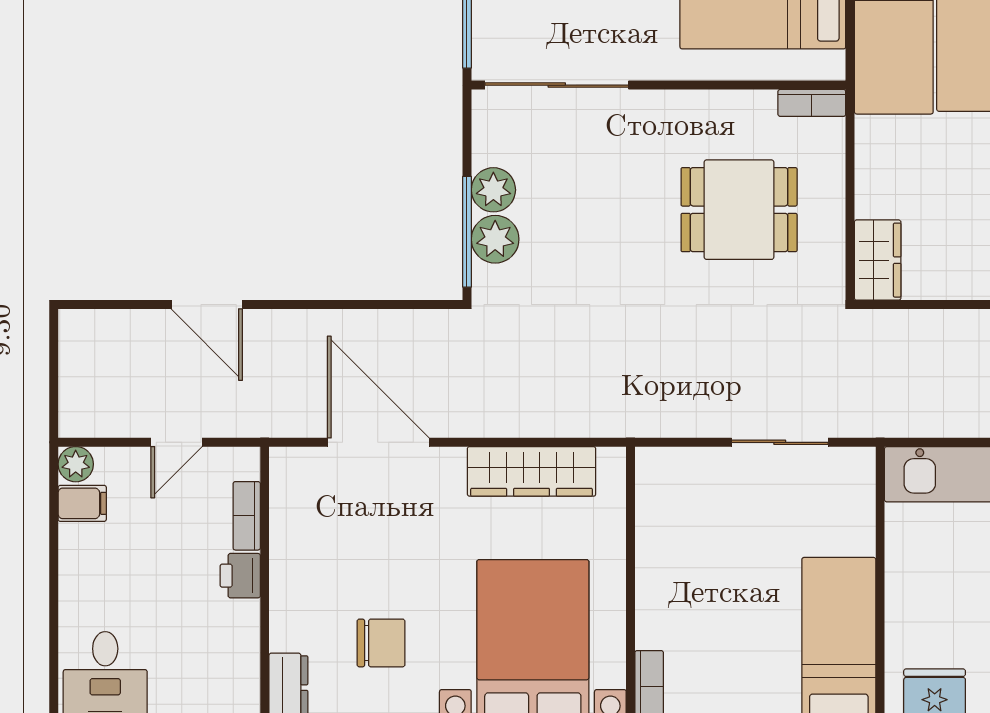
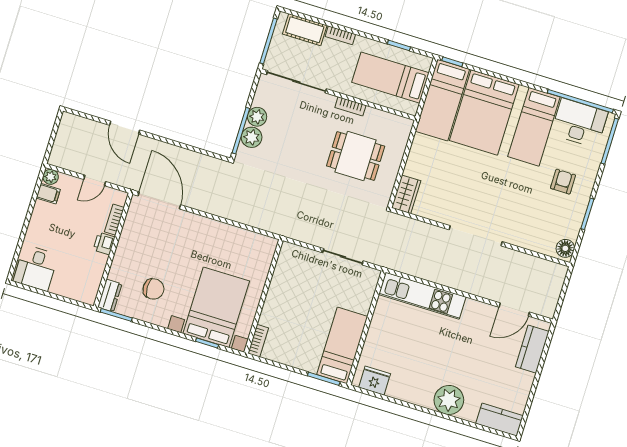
bookcase: (812, 103) -> (350, 106), moved
door: (378, 442) -> (159, 200), moved
wardrobe: (532, 471) -> (237, 237), removed

